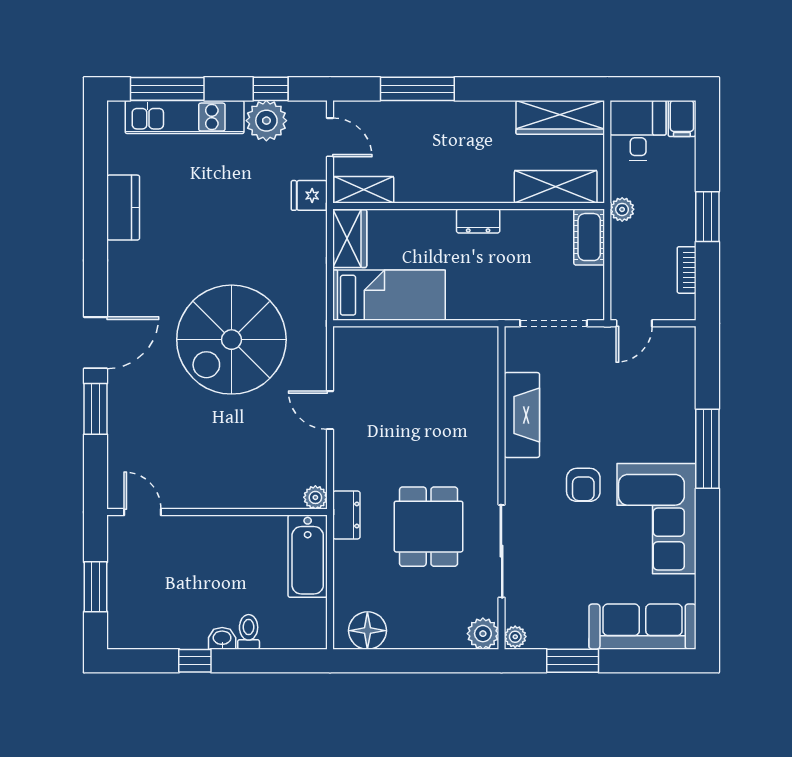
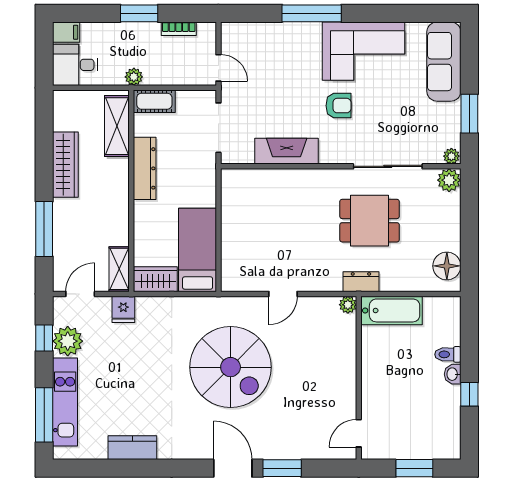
wardrobe: (560, 117) -> (65, 165), moved
dresser: (478, 221) -> (145, 168), width x1.96, depth x1.24

